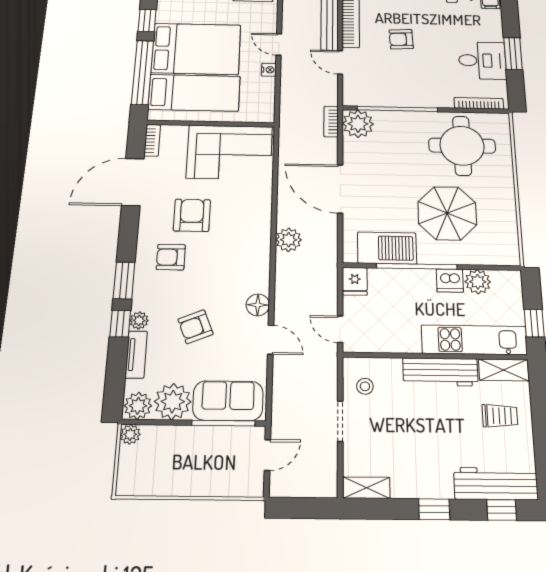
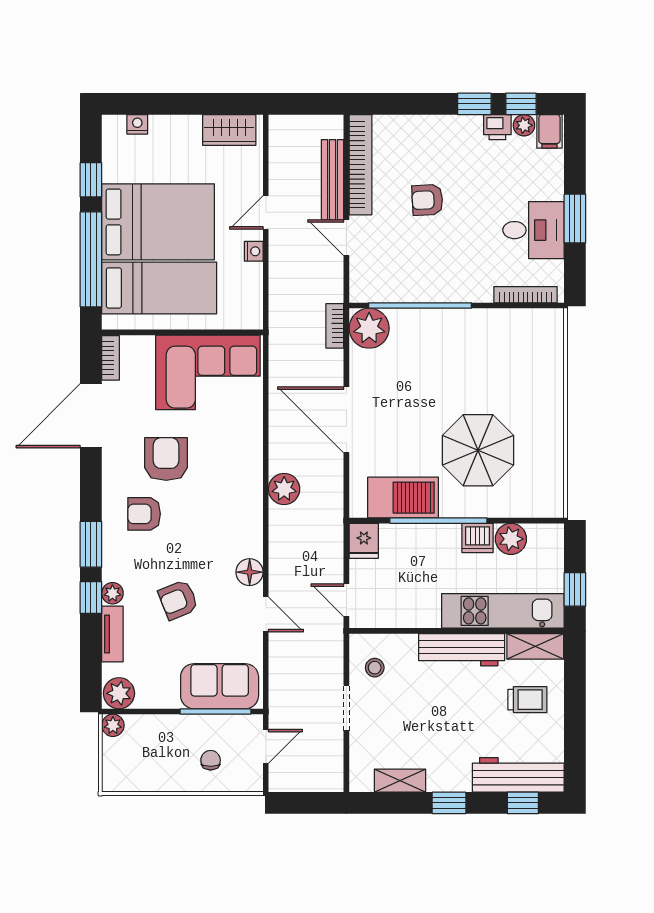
door: (279, 44) -> (266, 212), hinge flipped
round table: (462, 146) -> (501, 357), removed
plant: (173, 402) -> (158, 688), removed
chair: (217, 467) -> (211, 760), added
shelving: (366, 488) -> (400, 781), moved

